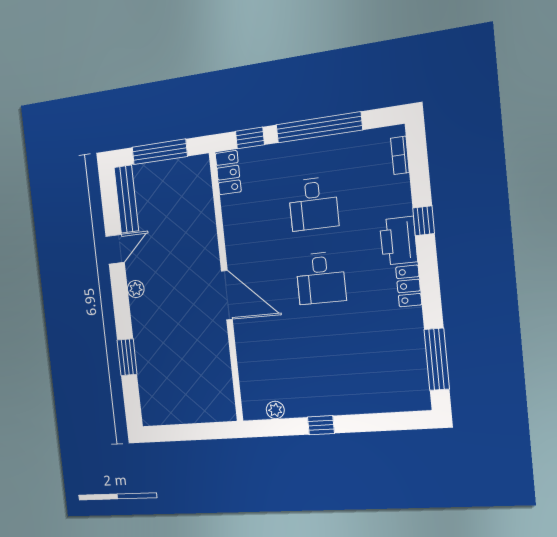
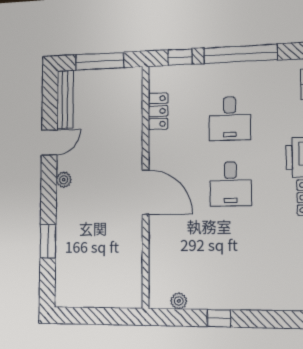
locker: (228, 173) -> (158, 111), moved

